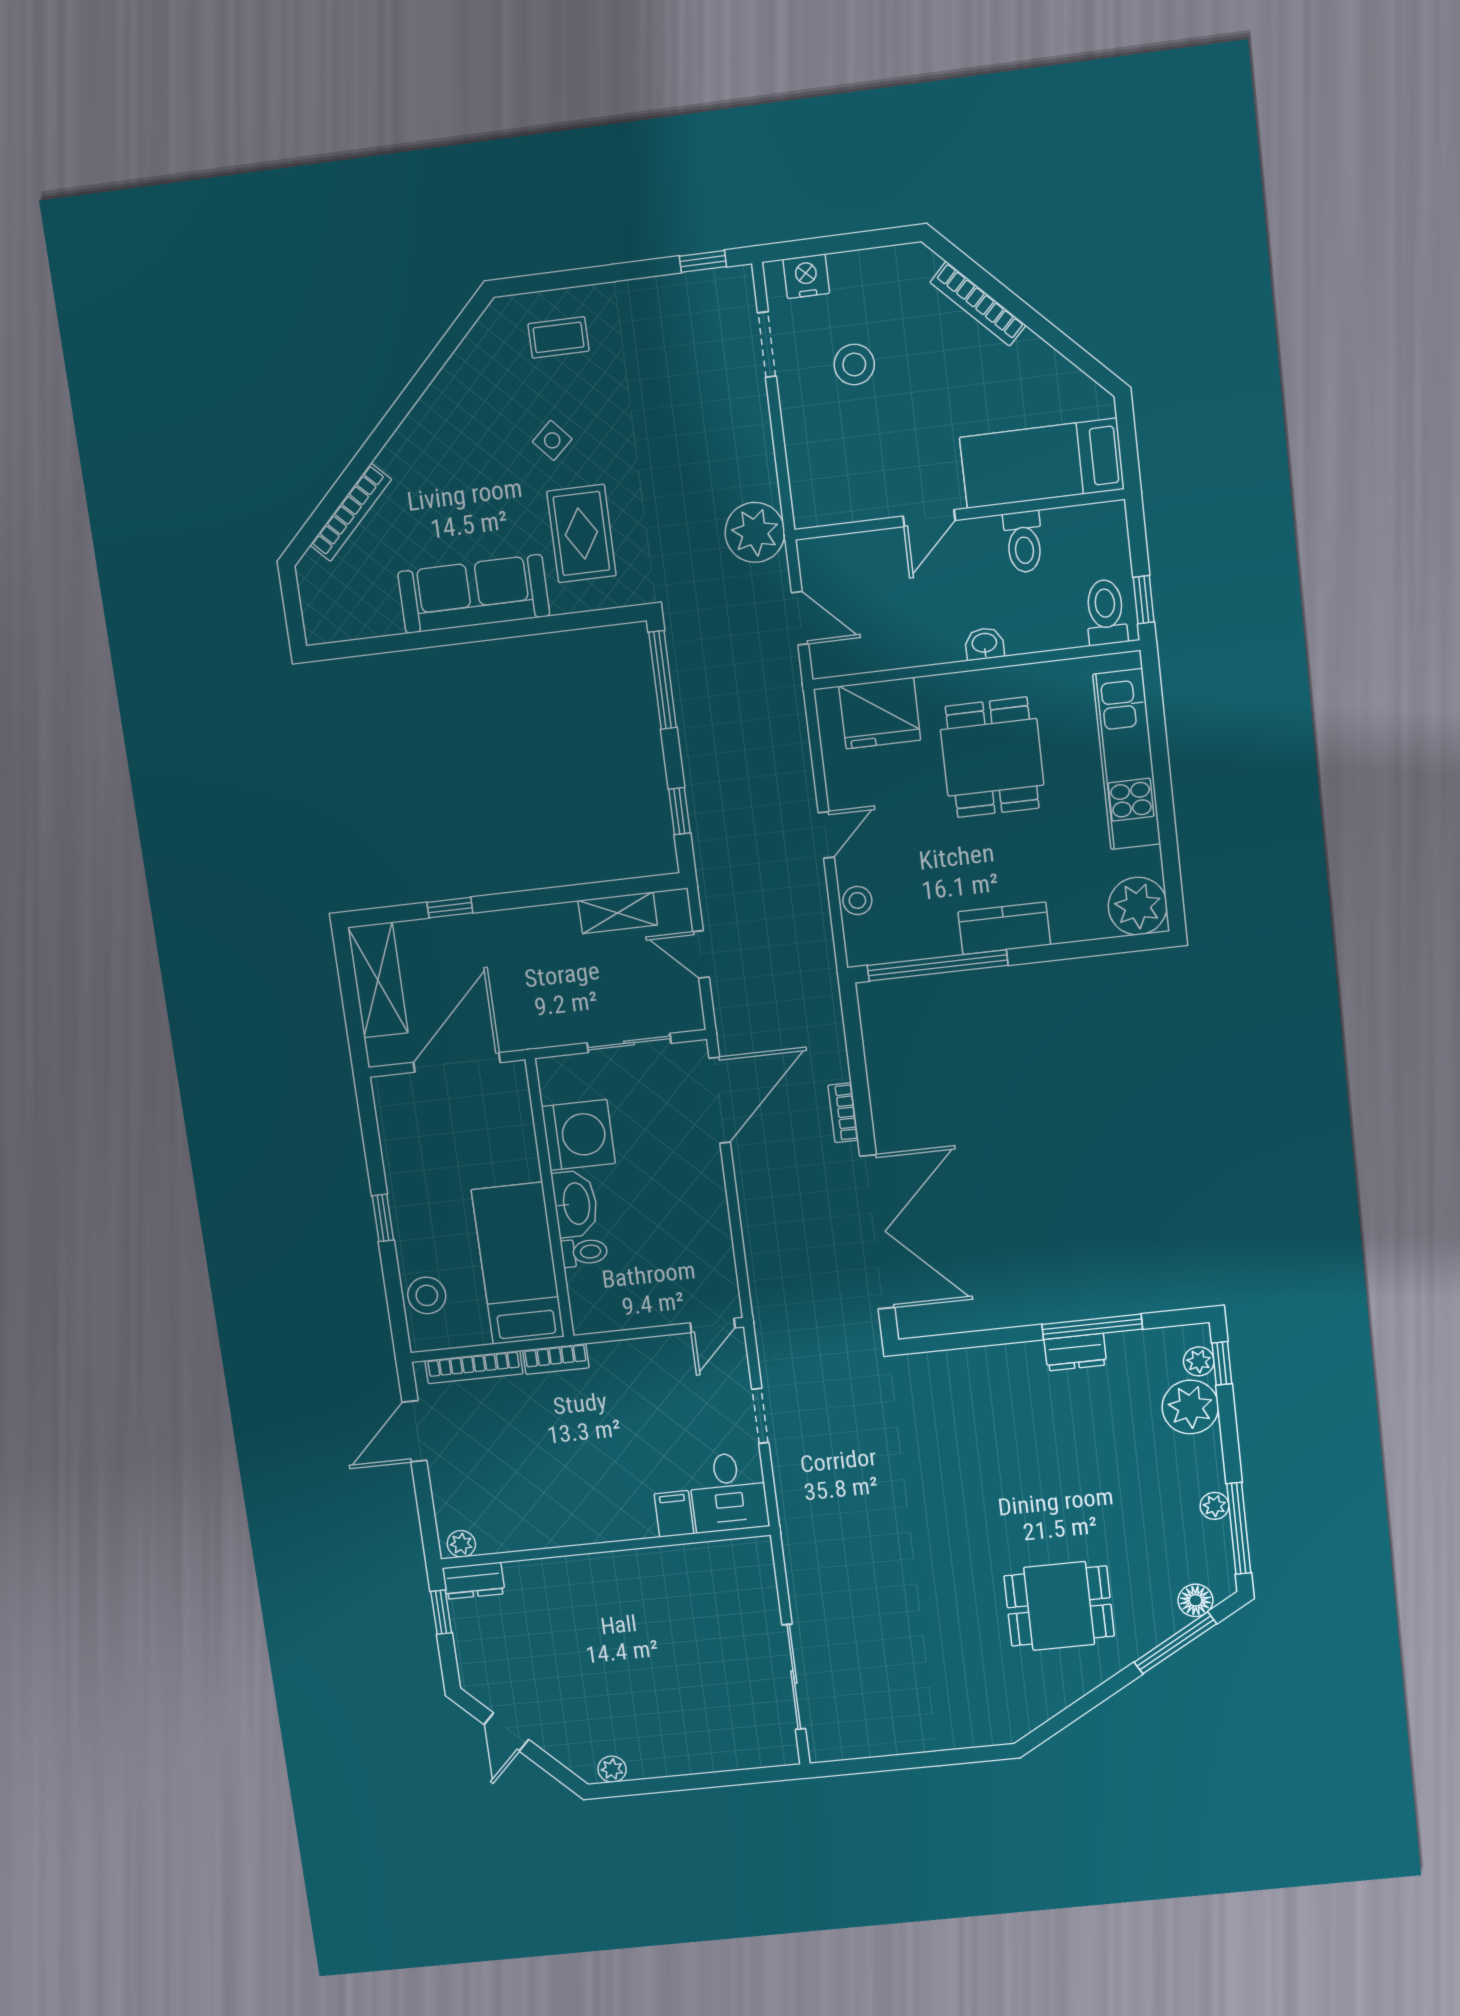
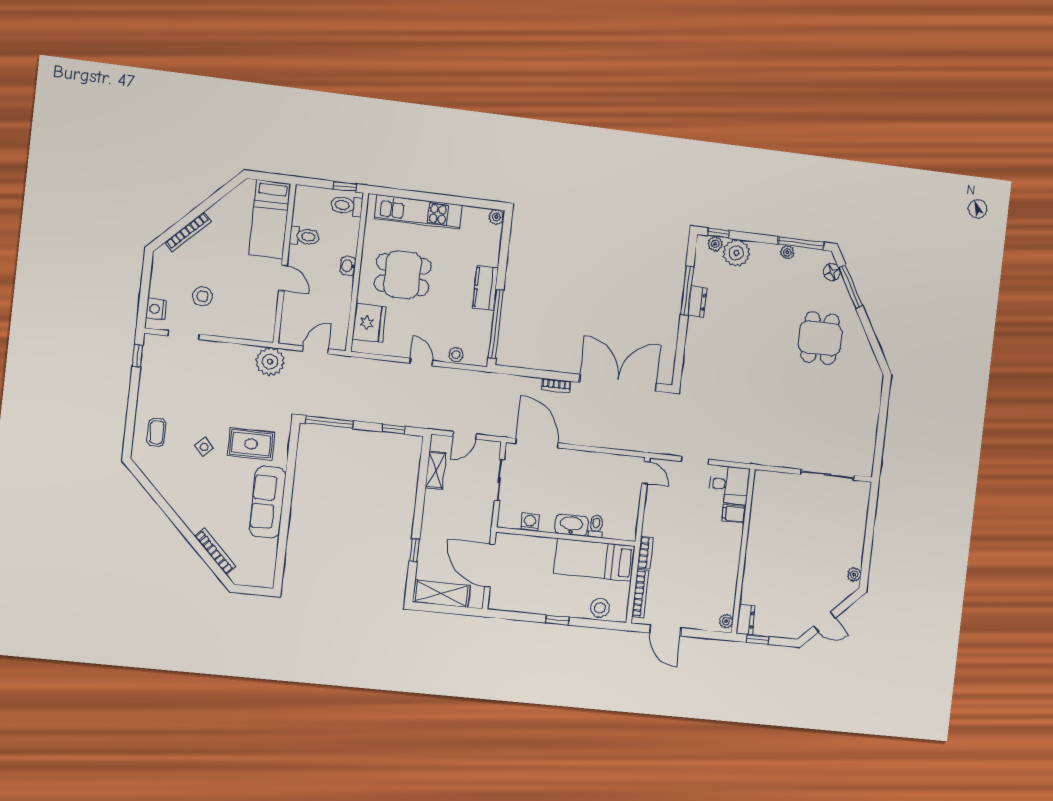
plant: (1138, 906) -> (496, 217), width x0.53, depth x0.53
washing machine: (578, 1135) -> (530, 522), width x0.53, depth x0.53

